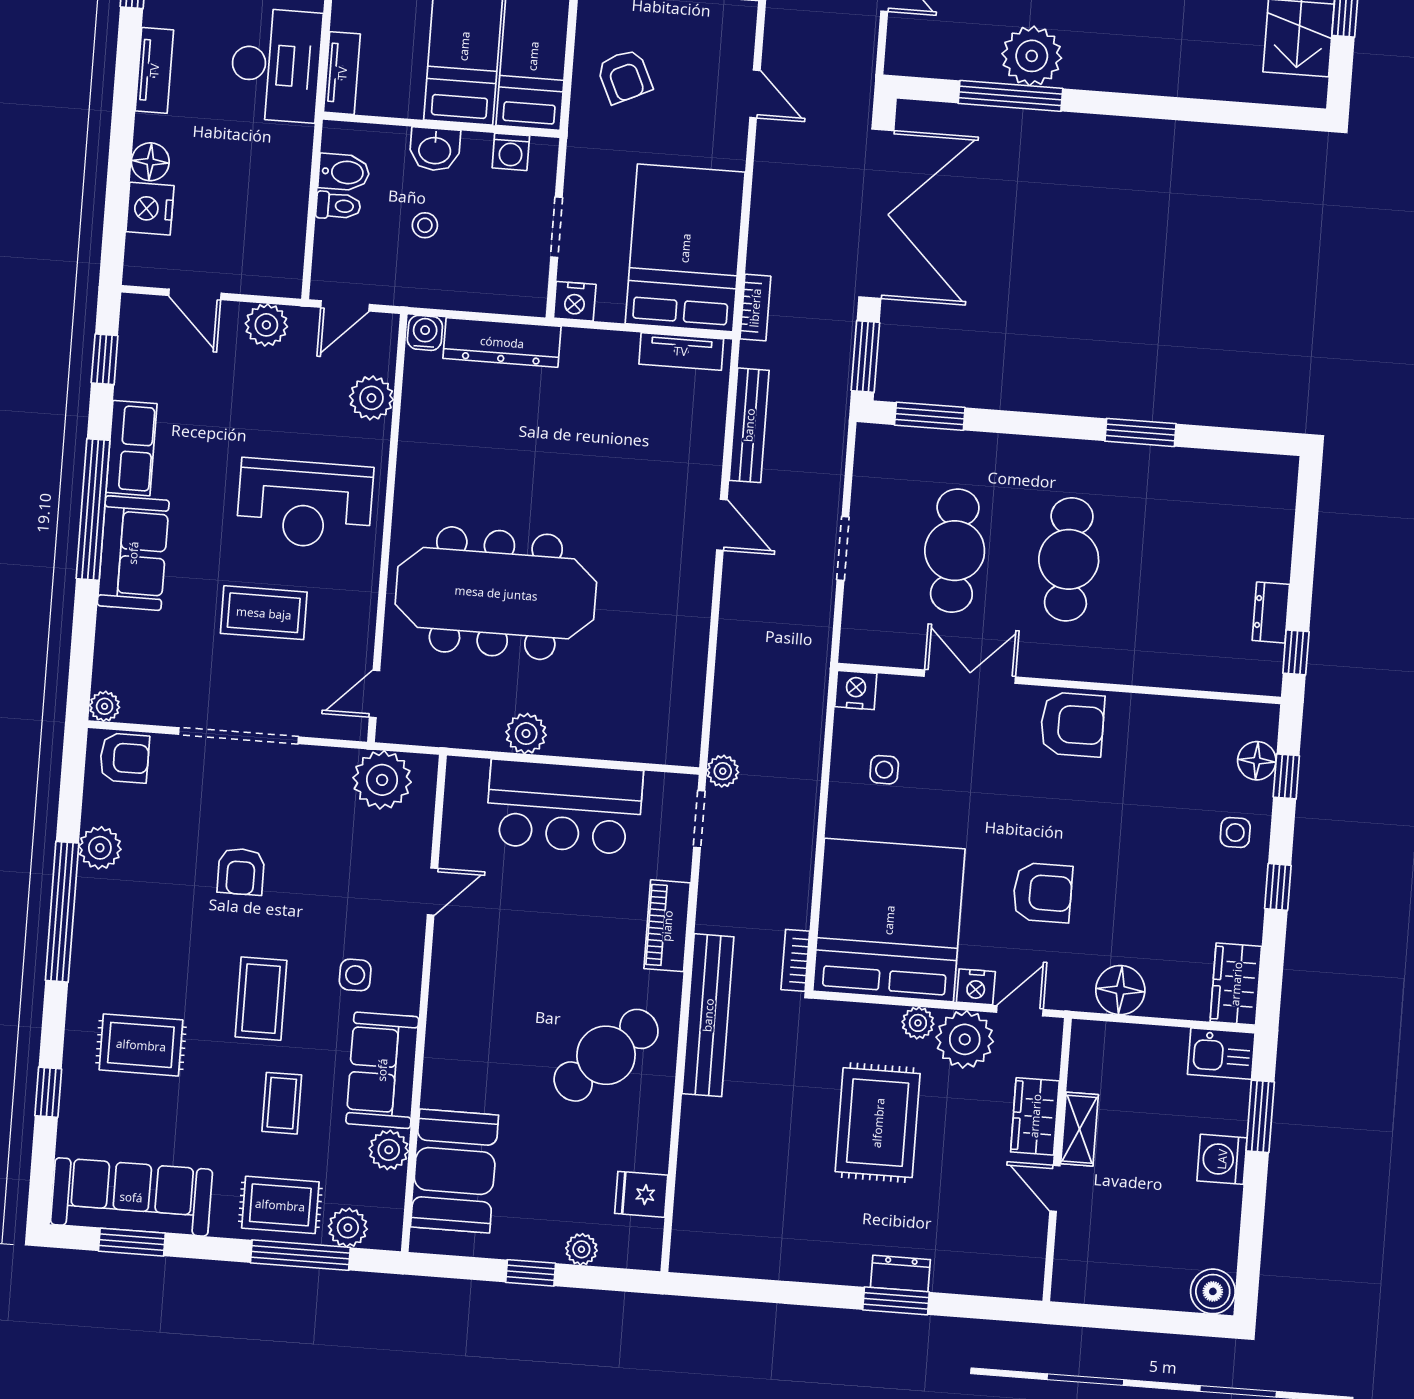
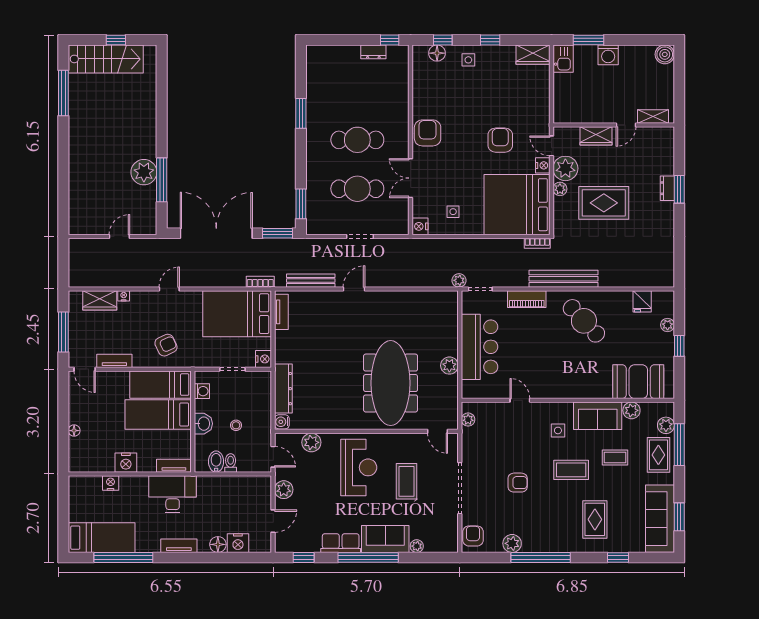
plant: (105, 706) -> (417, 546), moved
plant: (382, 780) -> (468, 420), width x0.53, depth x0.53
floor lamp: (1120, 990) -> (539, 104), removed
shelving: (1079, 1129) -> (653, 117), moved

